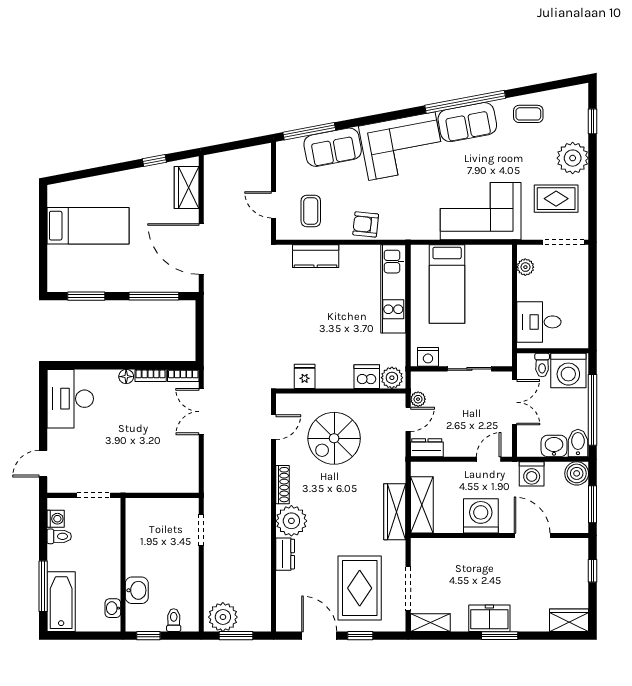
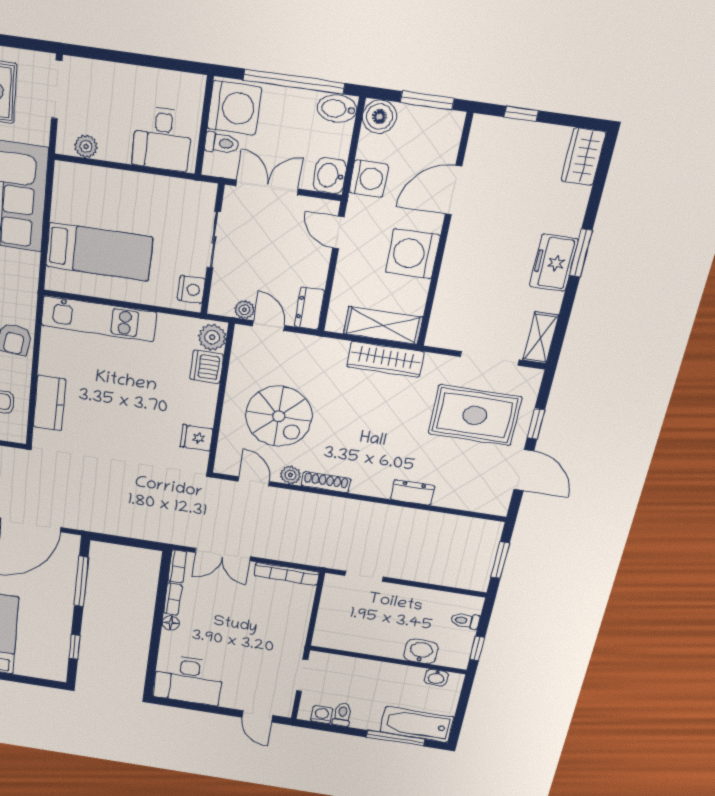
window: (86, 296) -> (74, 647), width x0.67
washbasin: (554, 446) -> (330, 176), moved
bookcase: (192, 466) -> (286, 574), added
plant: (291, 521) -> (290, 475), moved, width x0.53, depth x0.53
plant: (223, 617) -> (474, 570), removed
door: (319, 636) -> (524, 470), swing flipped

